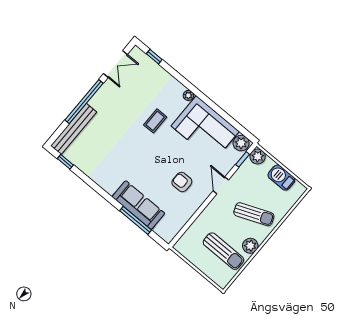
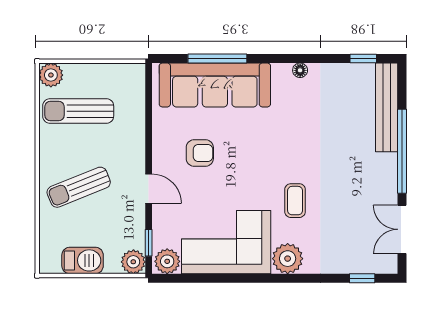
plant: (188, 95) -> (288, 259), width x1.88, depth x1.88
floor lamp: (100, 182) -> (300, 70), added
sofa: (138, 205) -> (215, 85), width x1.36, depth x1.27
plant: (250, 246) -> (51, 75), moved

